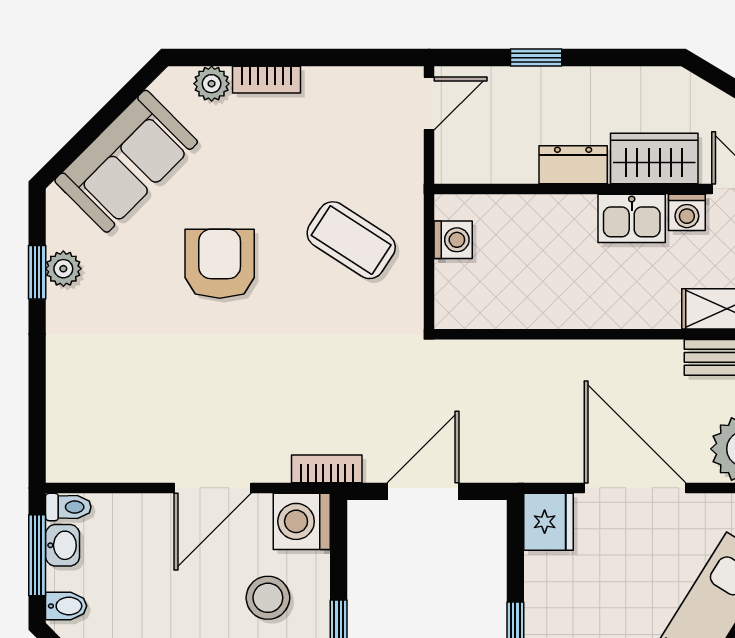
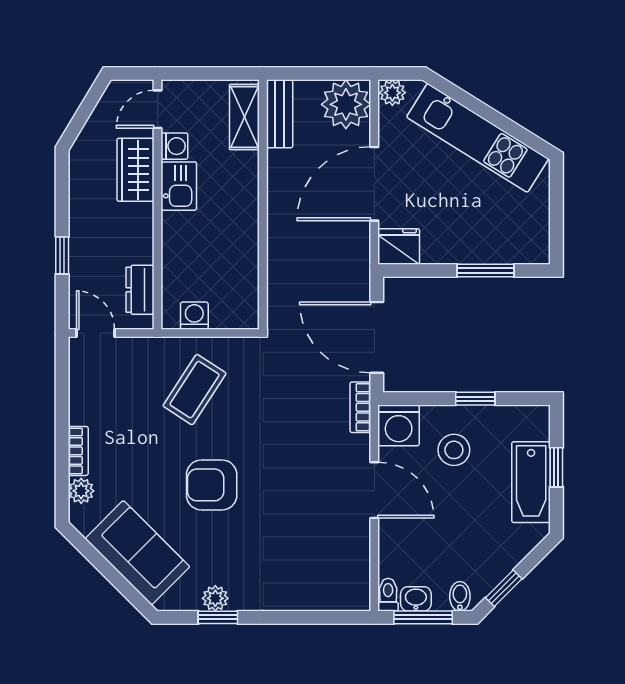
dresser: (573, 165) -> (140, 290), moved
door: (423, 491) -> (377, 337), width x1.36

